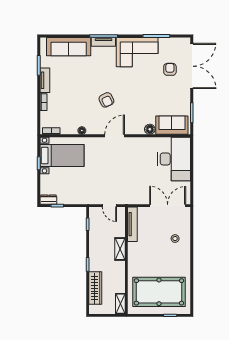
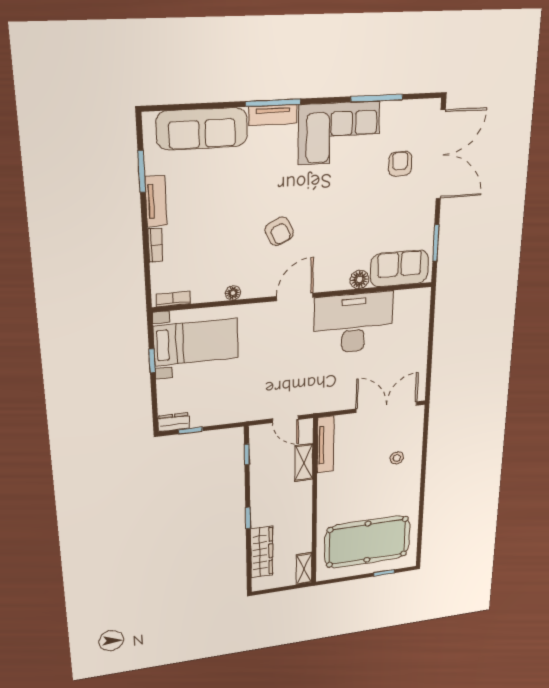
desk: (174, 159) -> (353, 323), moved, turned -90
shelving: (120, 249) -> (304, 462), moved

